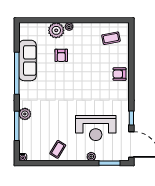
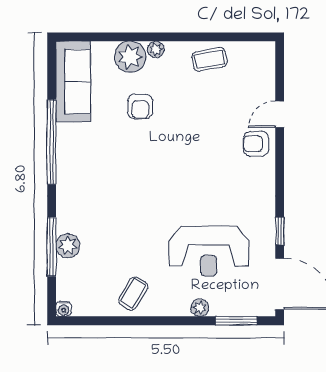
coffee table: (111, 38) -> (210, 59), moved
door: (131, 59) -> (280, 114), added
sofa: (27, 60) -> (73, 82), moved
plant: (25, 114) -> (68, 246), moved

